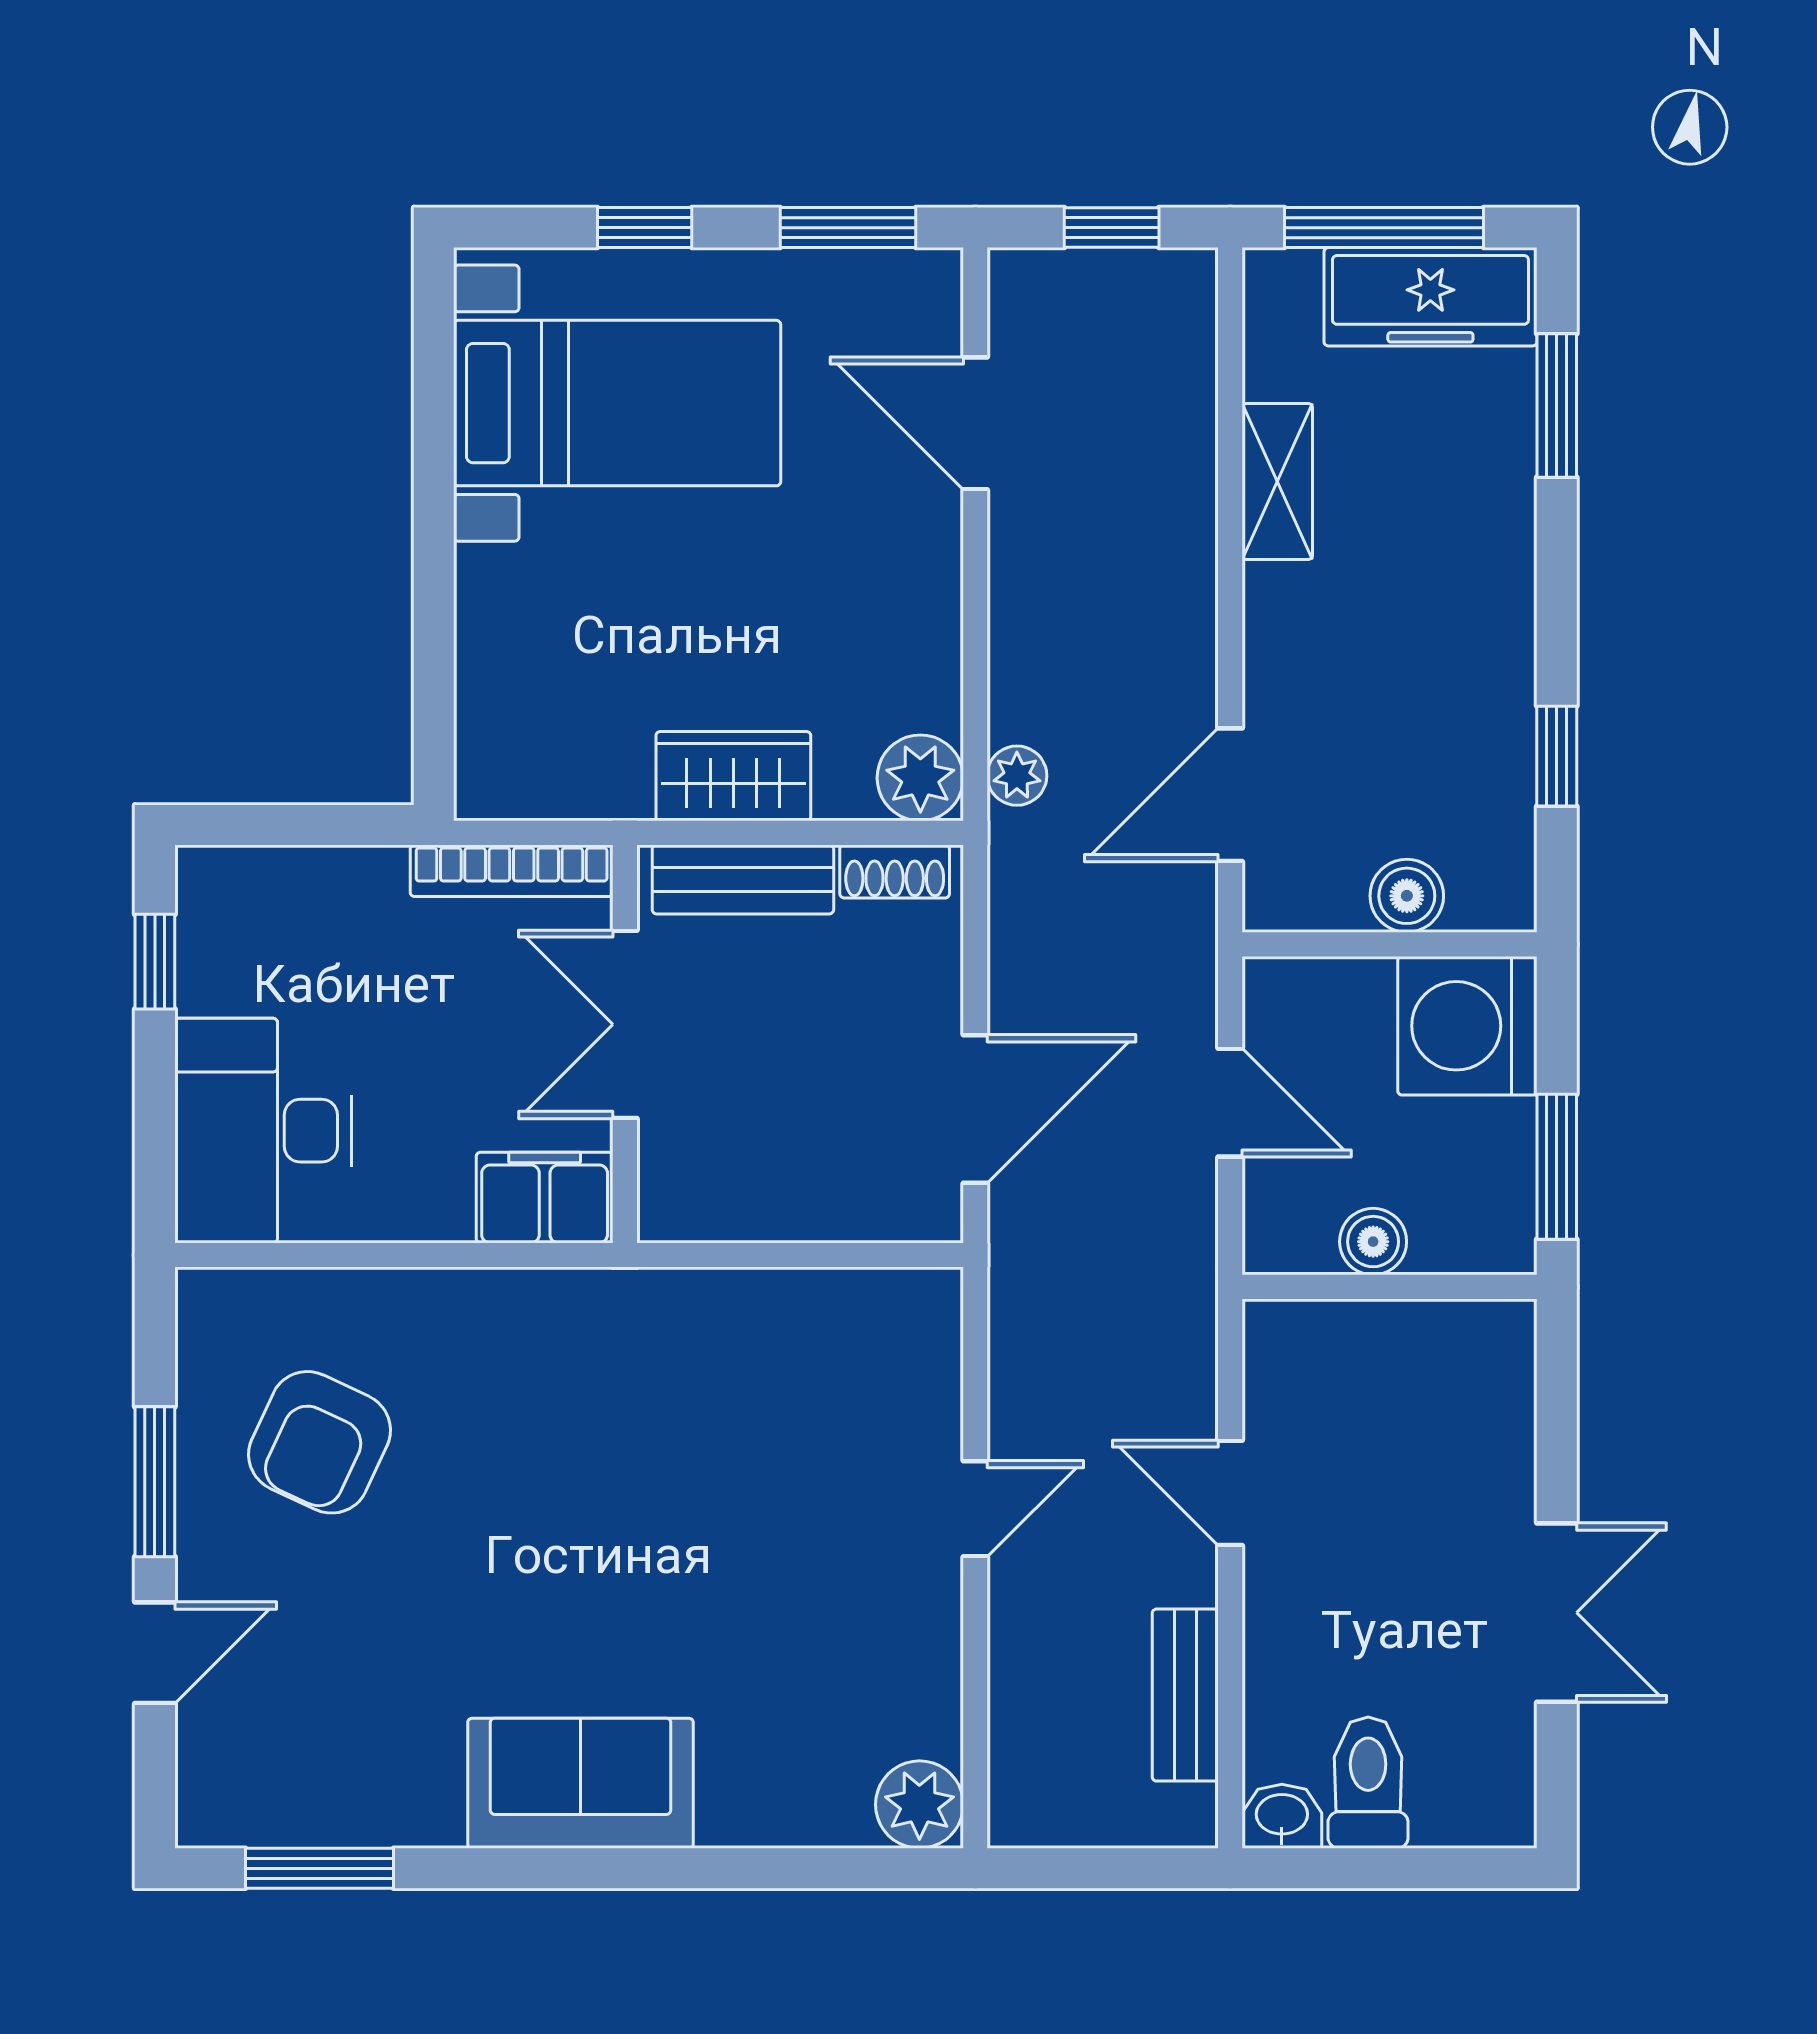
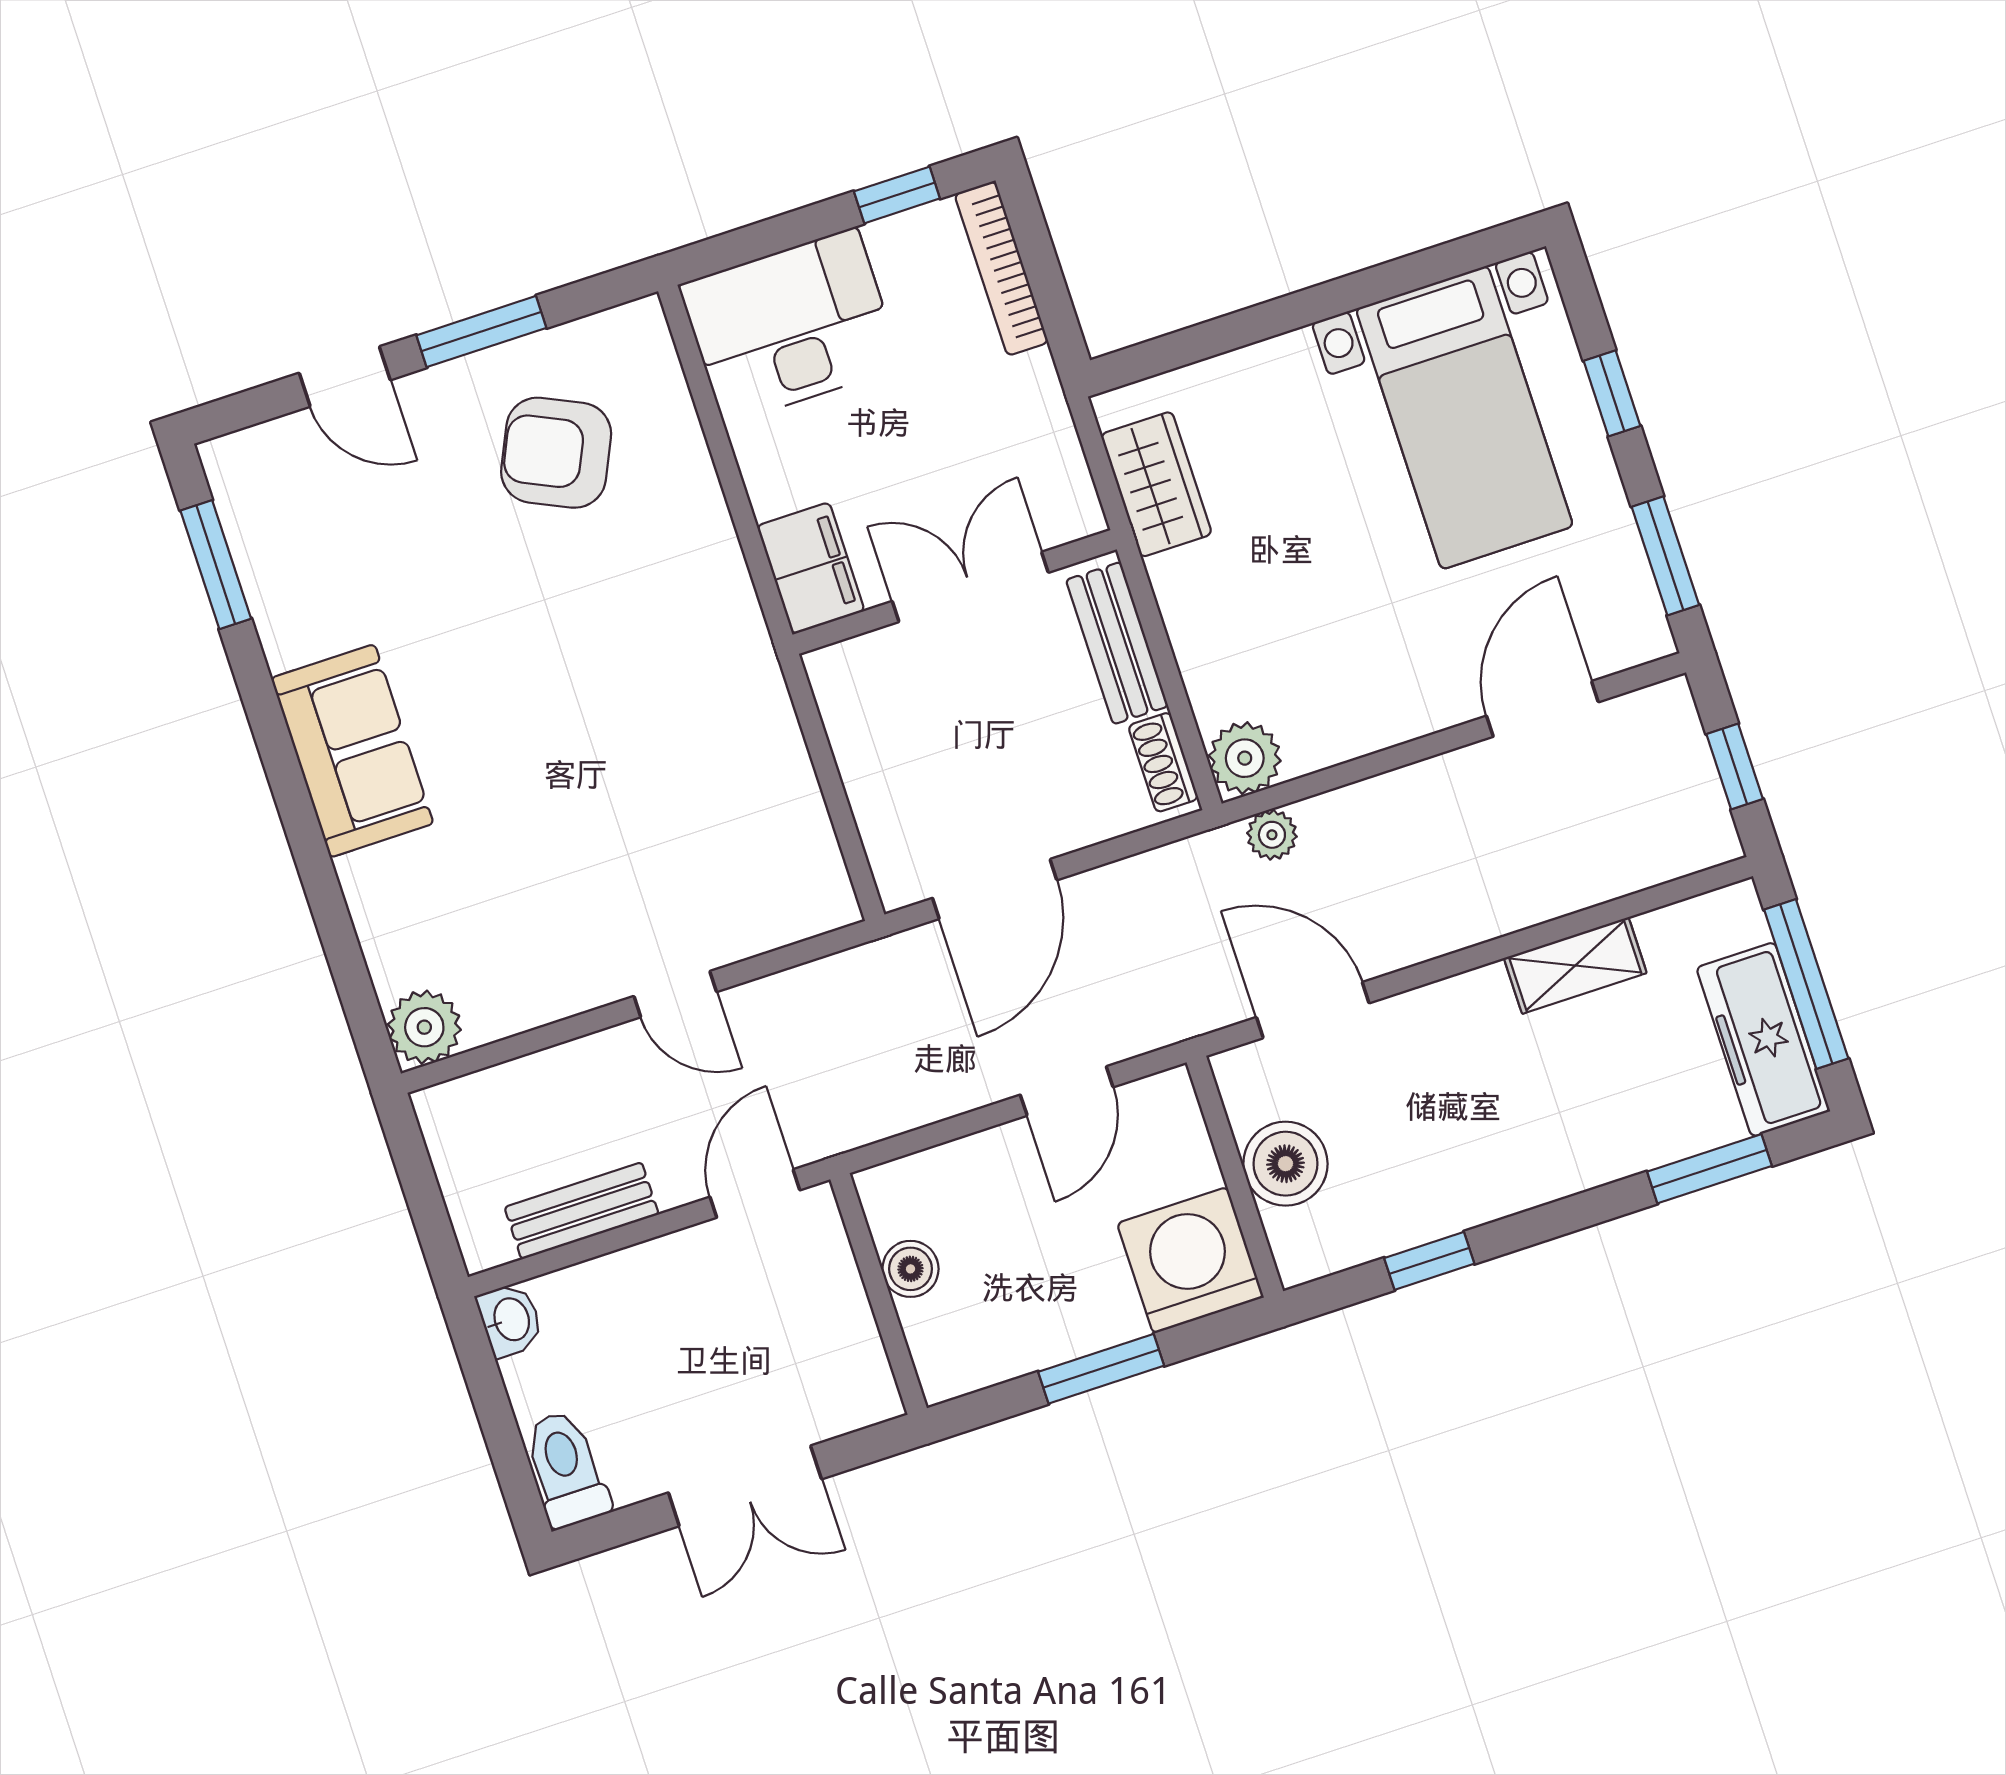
wardrobe: (733, 776) -> (1156, 484), moved
bookcase: (512, 871) -> (1001, 268), moved
boiler: (1407, 896) -> (1285, 1164), width x1.36, depth x1.36
door: (975, 1109) -> (995, 889), hinge flipped
boiler: (1373, 1242) -> (911, 1269), moved
wall: (1389, 1287) -> (879, 1294), moved
toilet: (1368, 1783) -> (566, 1469), moved, turned -90

